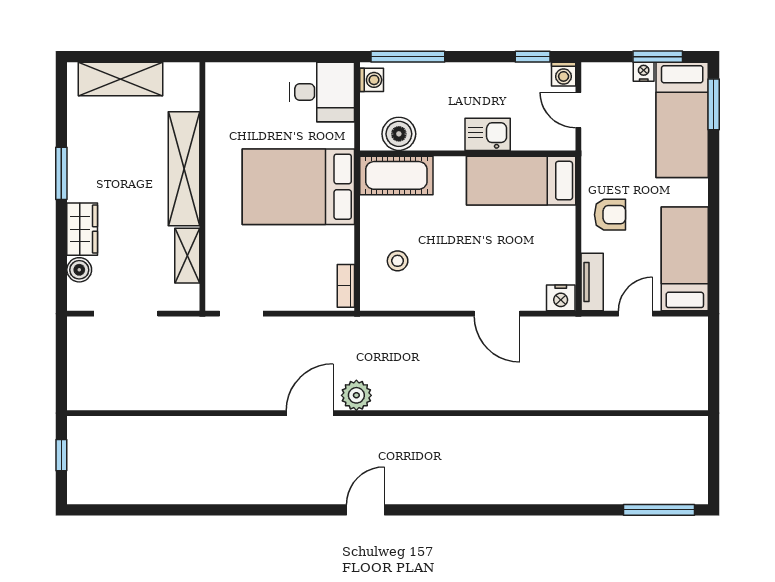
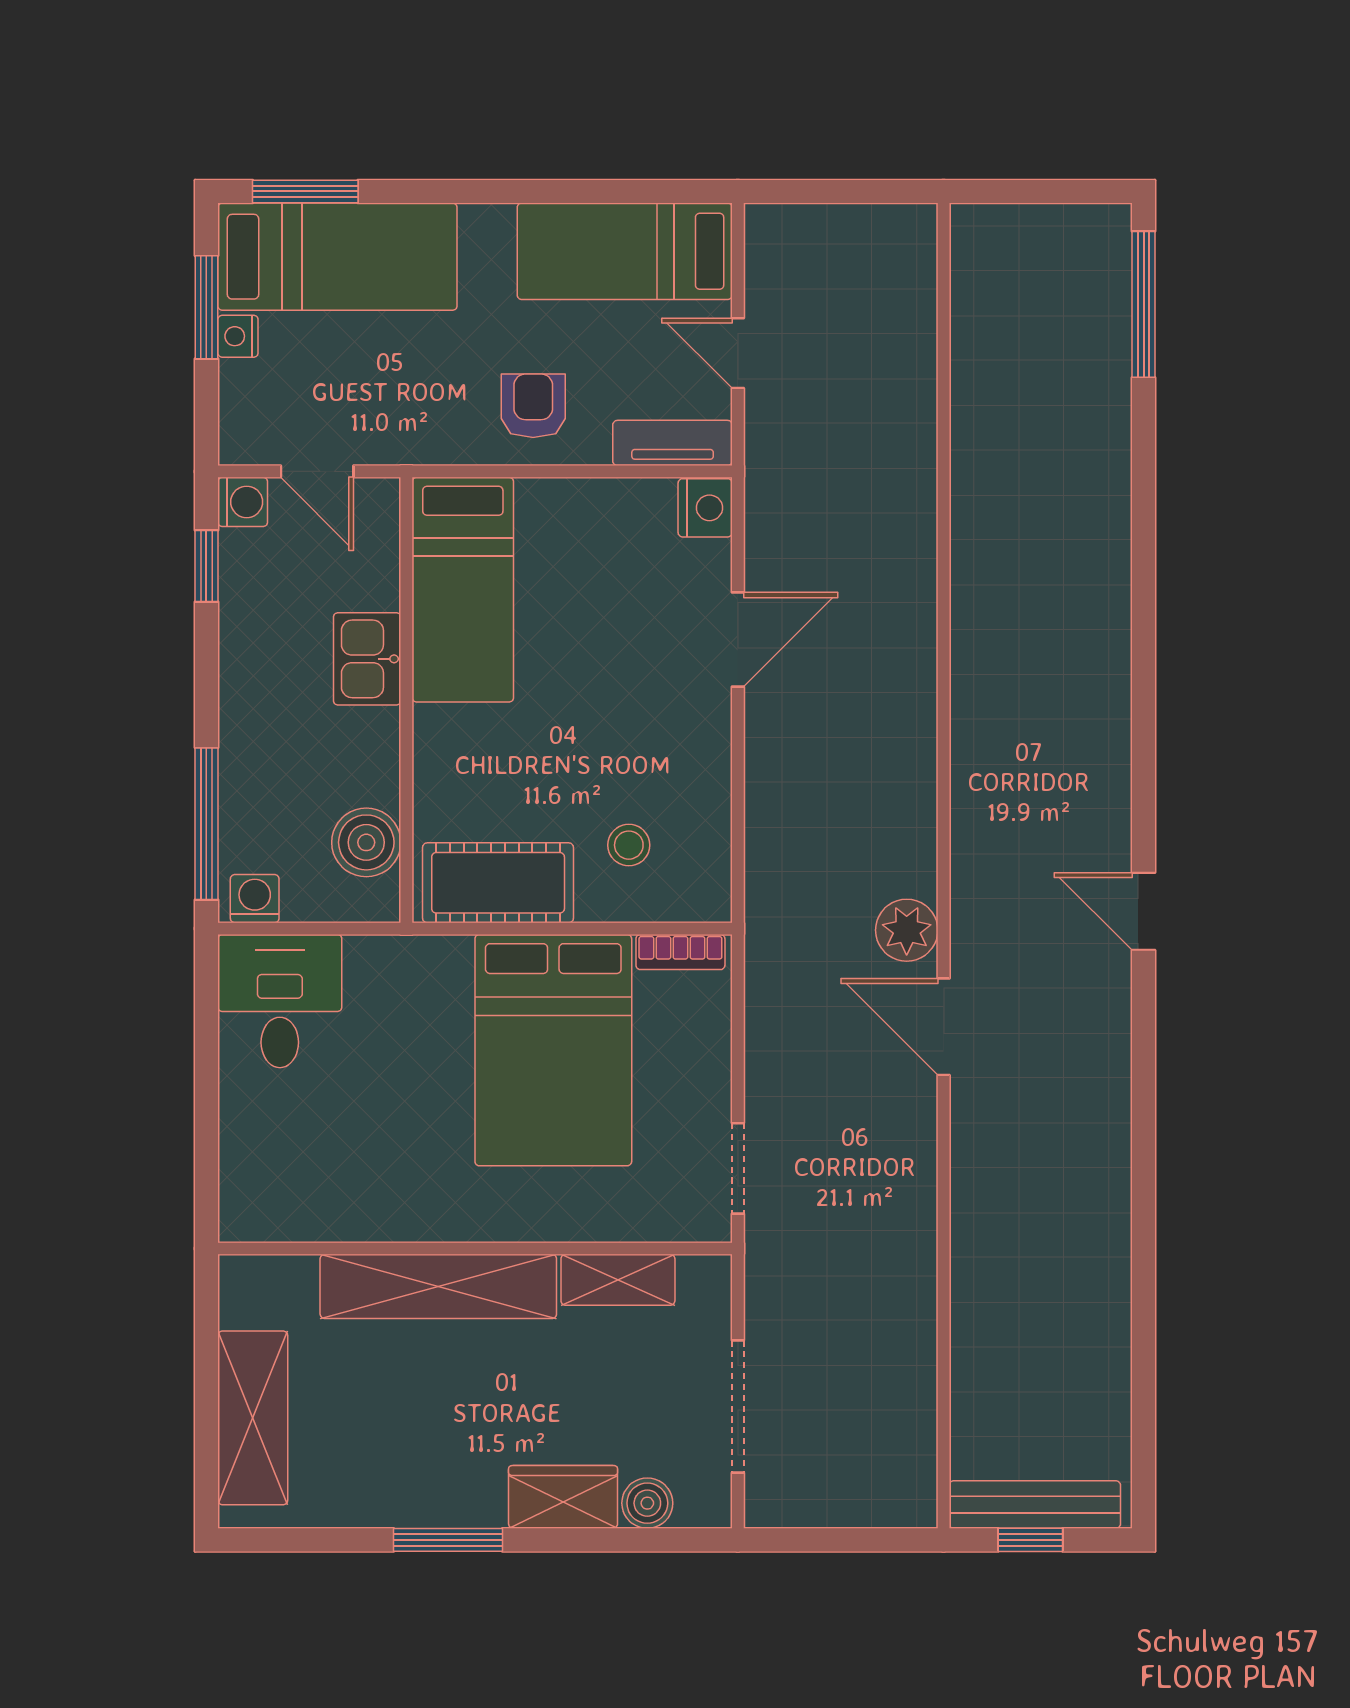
door: (578, 110) -> (317, 471), hinge flipped
cot: (396, 175) -> (498, 883), moved, turned 90
bed: (298, 187) -> (553, 1050), moved
bench: (79, 457) -> (1035, 1505), added

